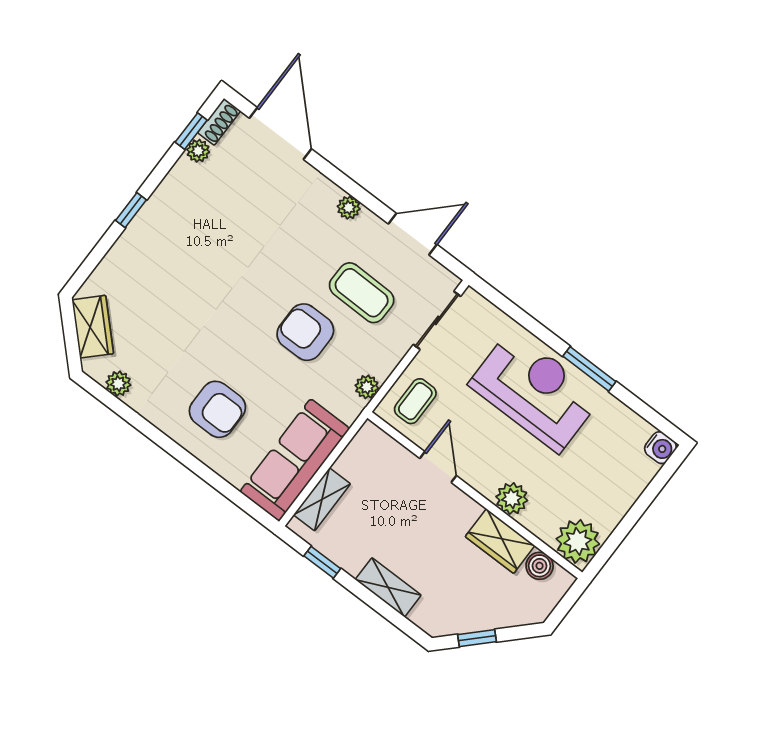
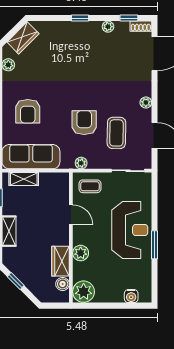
plant: (198, 151) -> (108, 27), moved
water cooler: (660, 448) -> (131, 296), moved
door: (438, 467) -> (71, 215), hinge flipped

